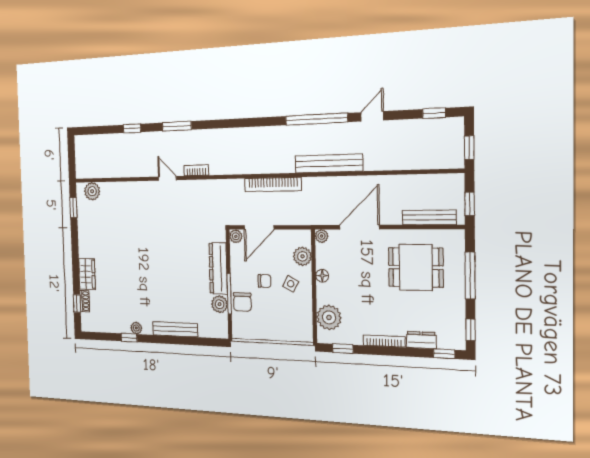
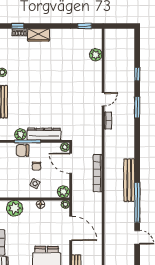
bench: (329, 163) -> (129, 180), moved
plant: (92, 191) -> (96, 55), moved
plant: (302, 256) -> (63, 192), moved

